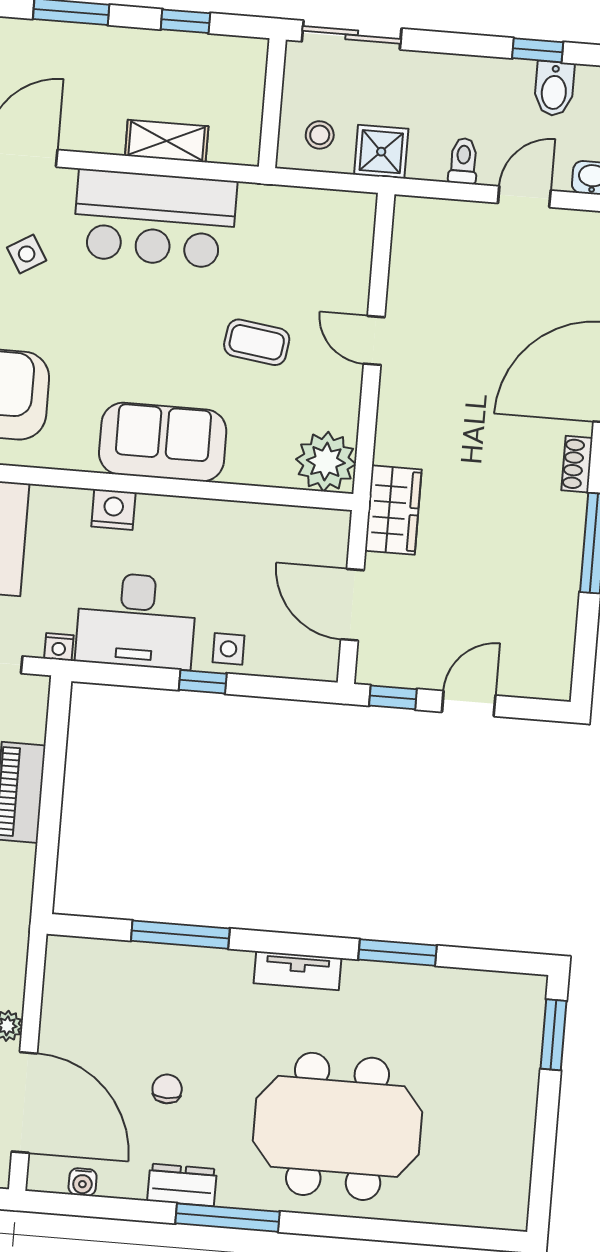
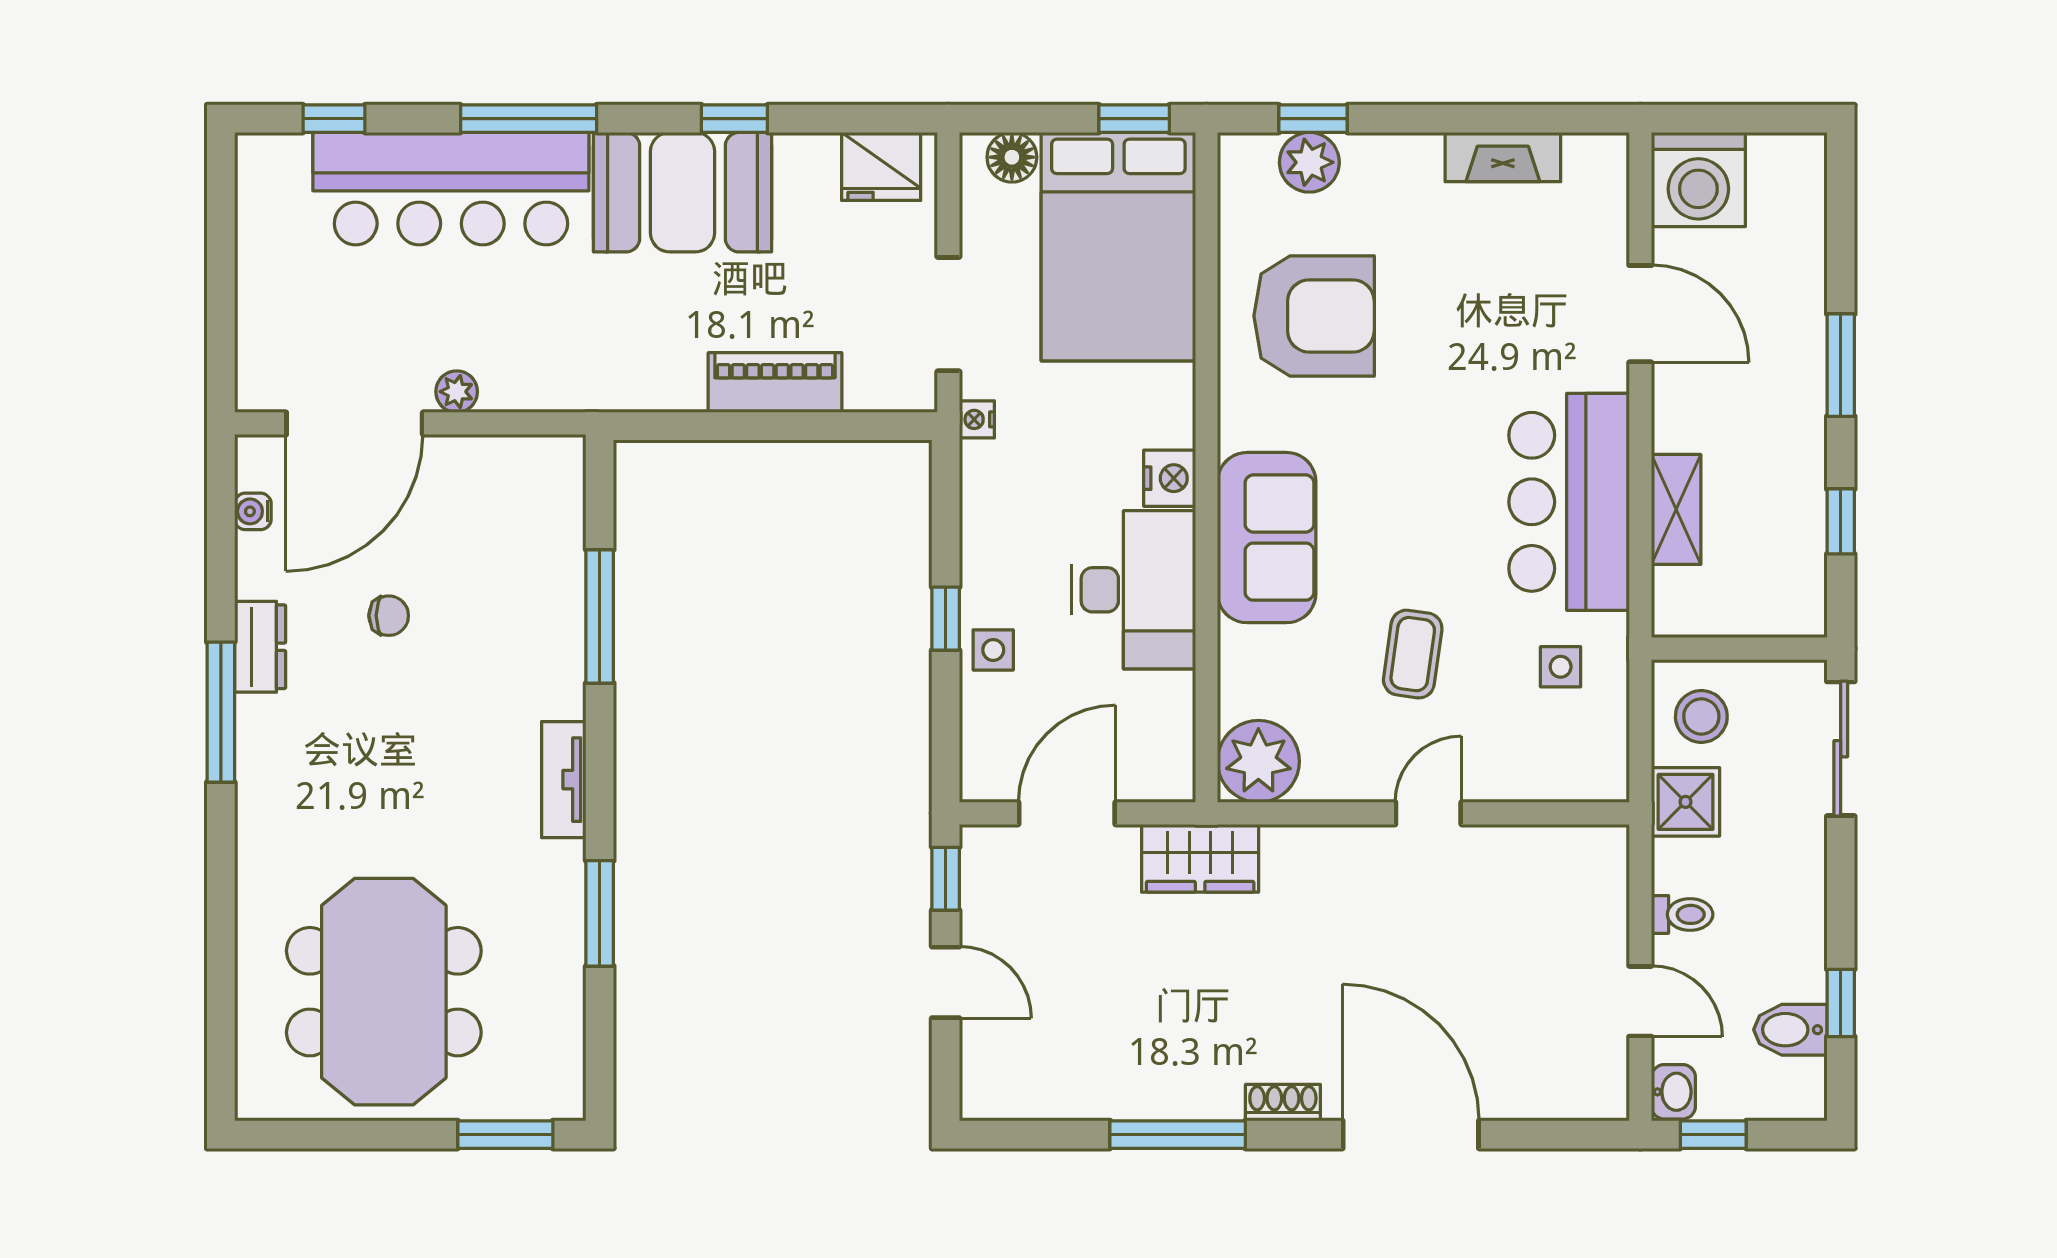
stool: (320, 135) -> (1701, 716), width x1.37, depth x1.37
side table: (27, 254) -> (1561, 667), moved, turned 31
desk: (136, 620) -> (1133, 590), moved, turned 180
meeting table: (338, 1126) -> (384, 992), moved

